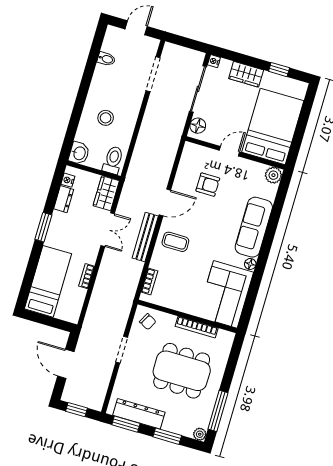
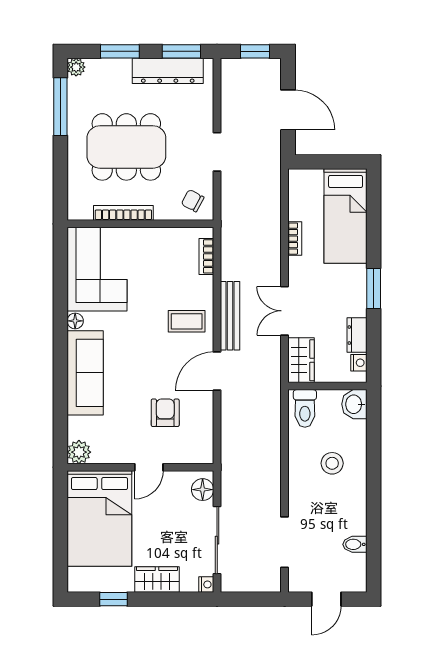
armchair: (208, 185) -> (165, 413), turned 90

